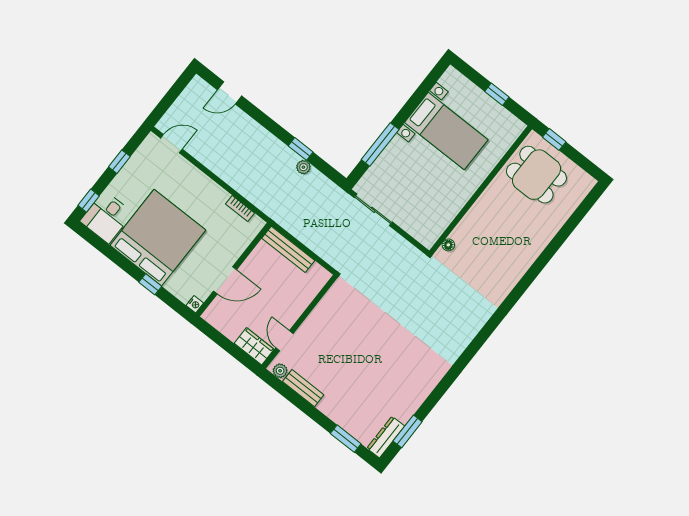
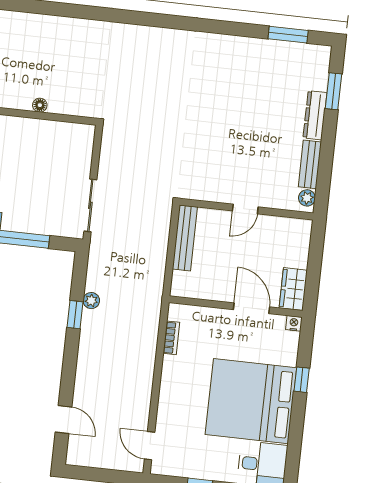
floor lamp: (448, 245) -> (40, 105), moved
bench: (288, 249) -> (185, 238), moved
door: (284, 341) -> (245, 209), moved
wardrobe: (254, 346) -> (293, 289), moved
dresser: (386, 437) -> (315, 115), moved, turned 90

